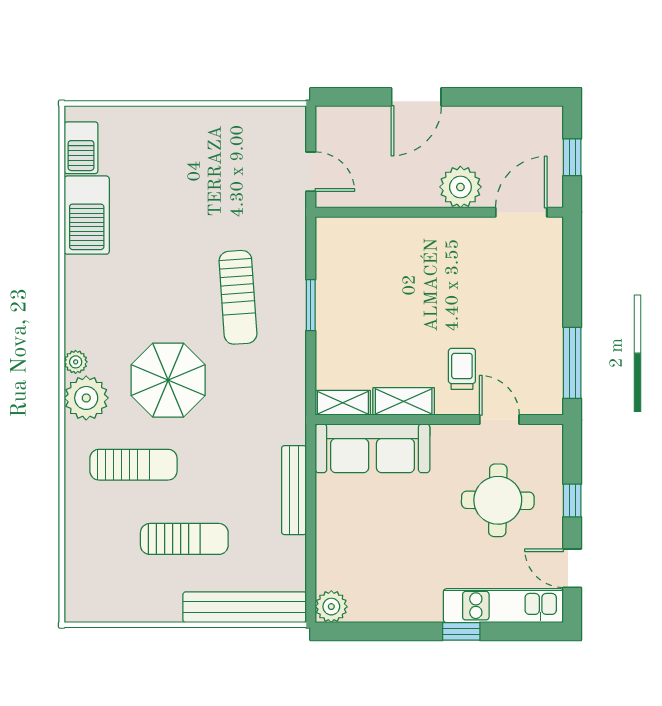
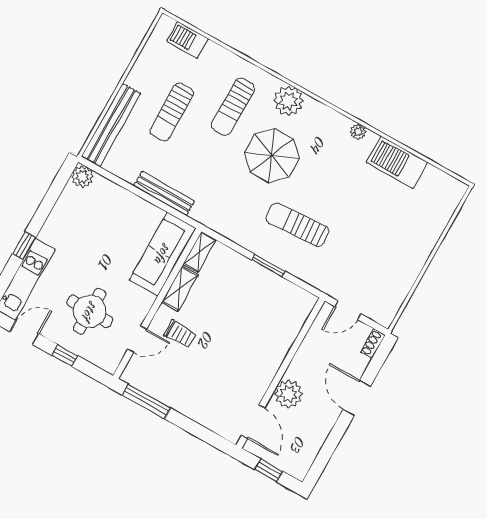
shoe rack: (335, 115) -> (373, 344), added
barbecue: (81, 148) -> (188, 40), moved
plant: (76, 362) -> (358, 132), moved

